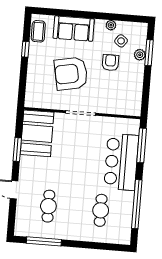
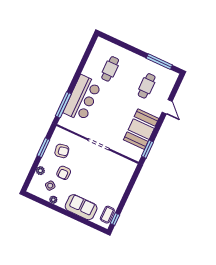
window: (25, 49) -> (115, 219), moved
window: (149, 53) -> (43, 148), moved
armchair: (71, 74) -> (62, 151), moved, width x0.53, depth x0.53
booth: (37, 133) -> (141, 129), moved
window: (17, 149) -> (147, 149), moved
window: (137, 204) -> (82, 64), removed

